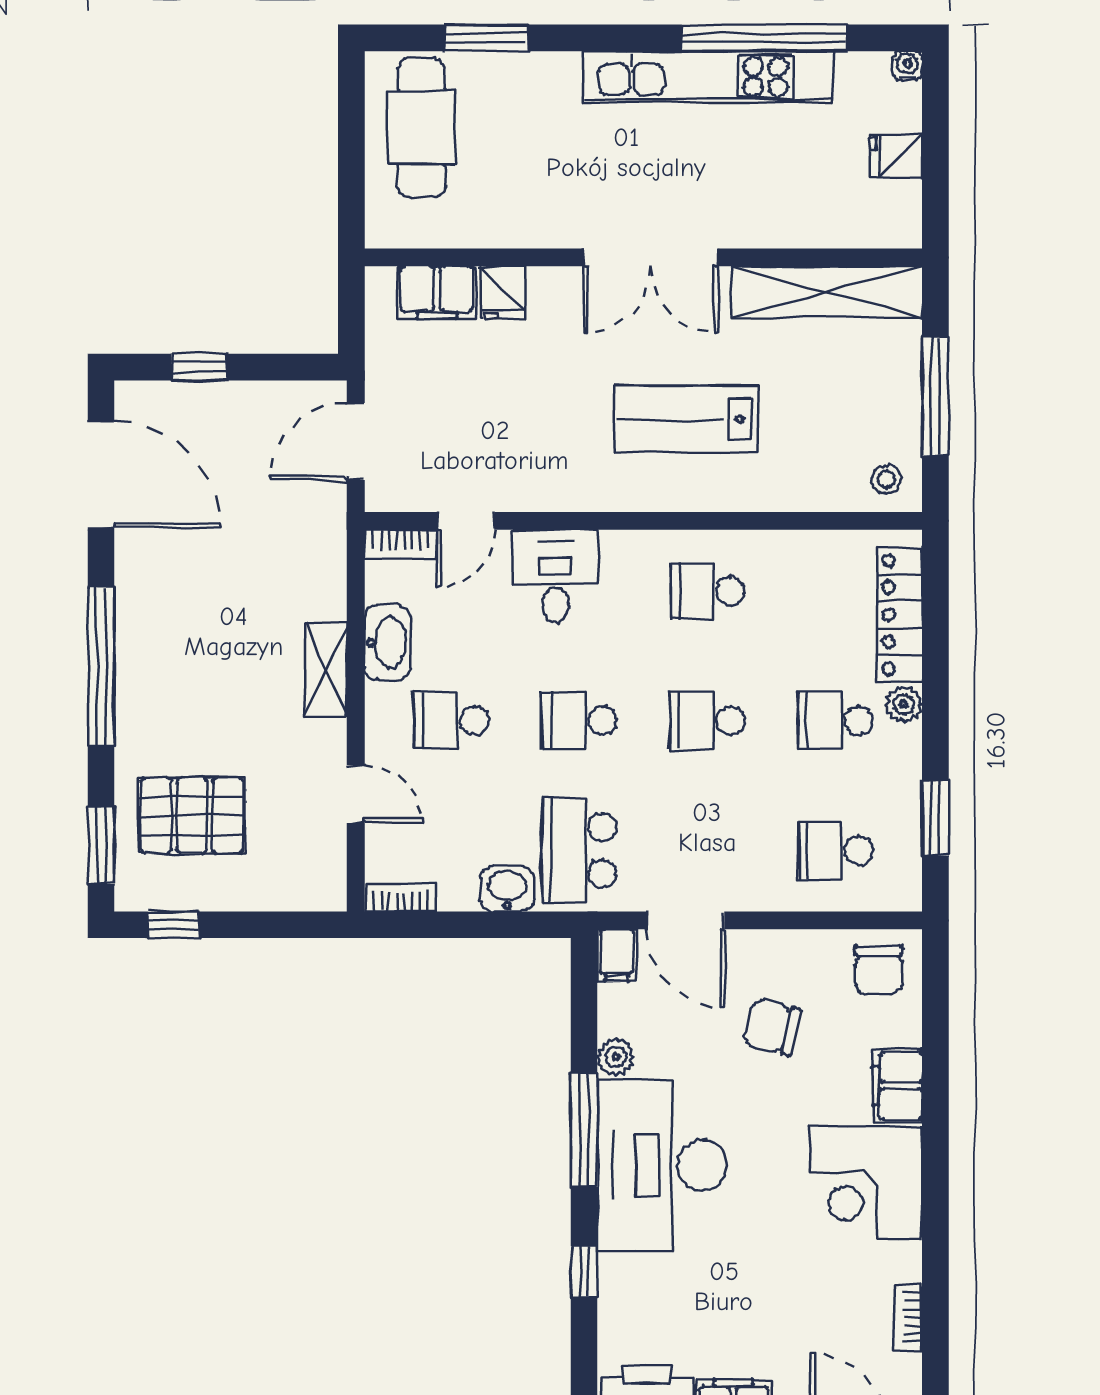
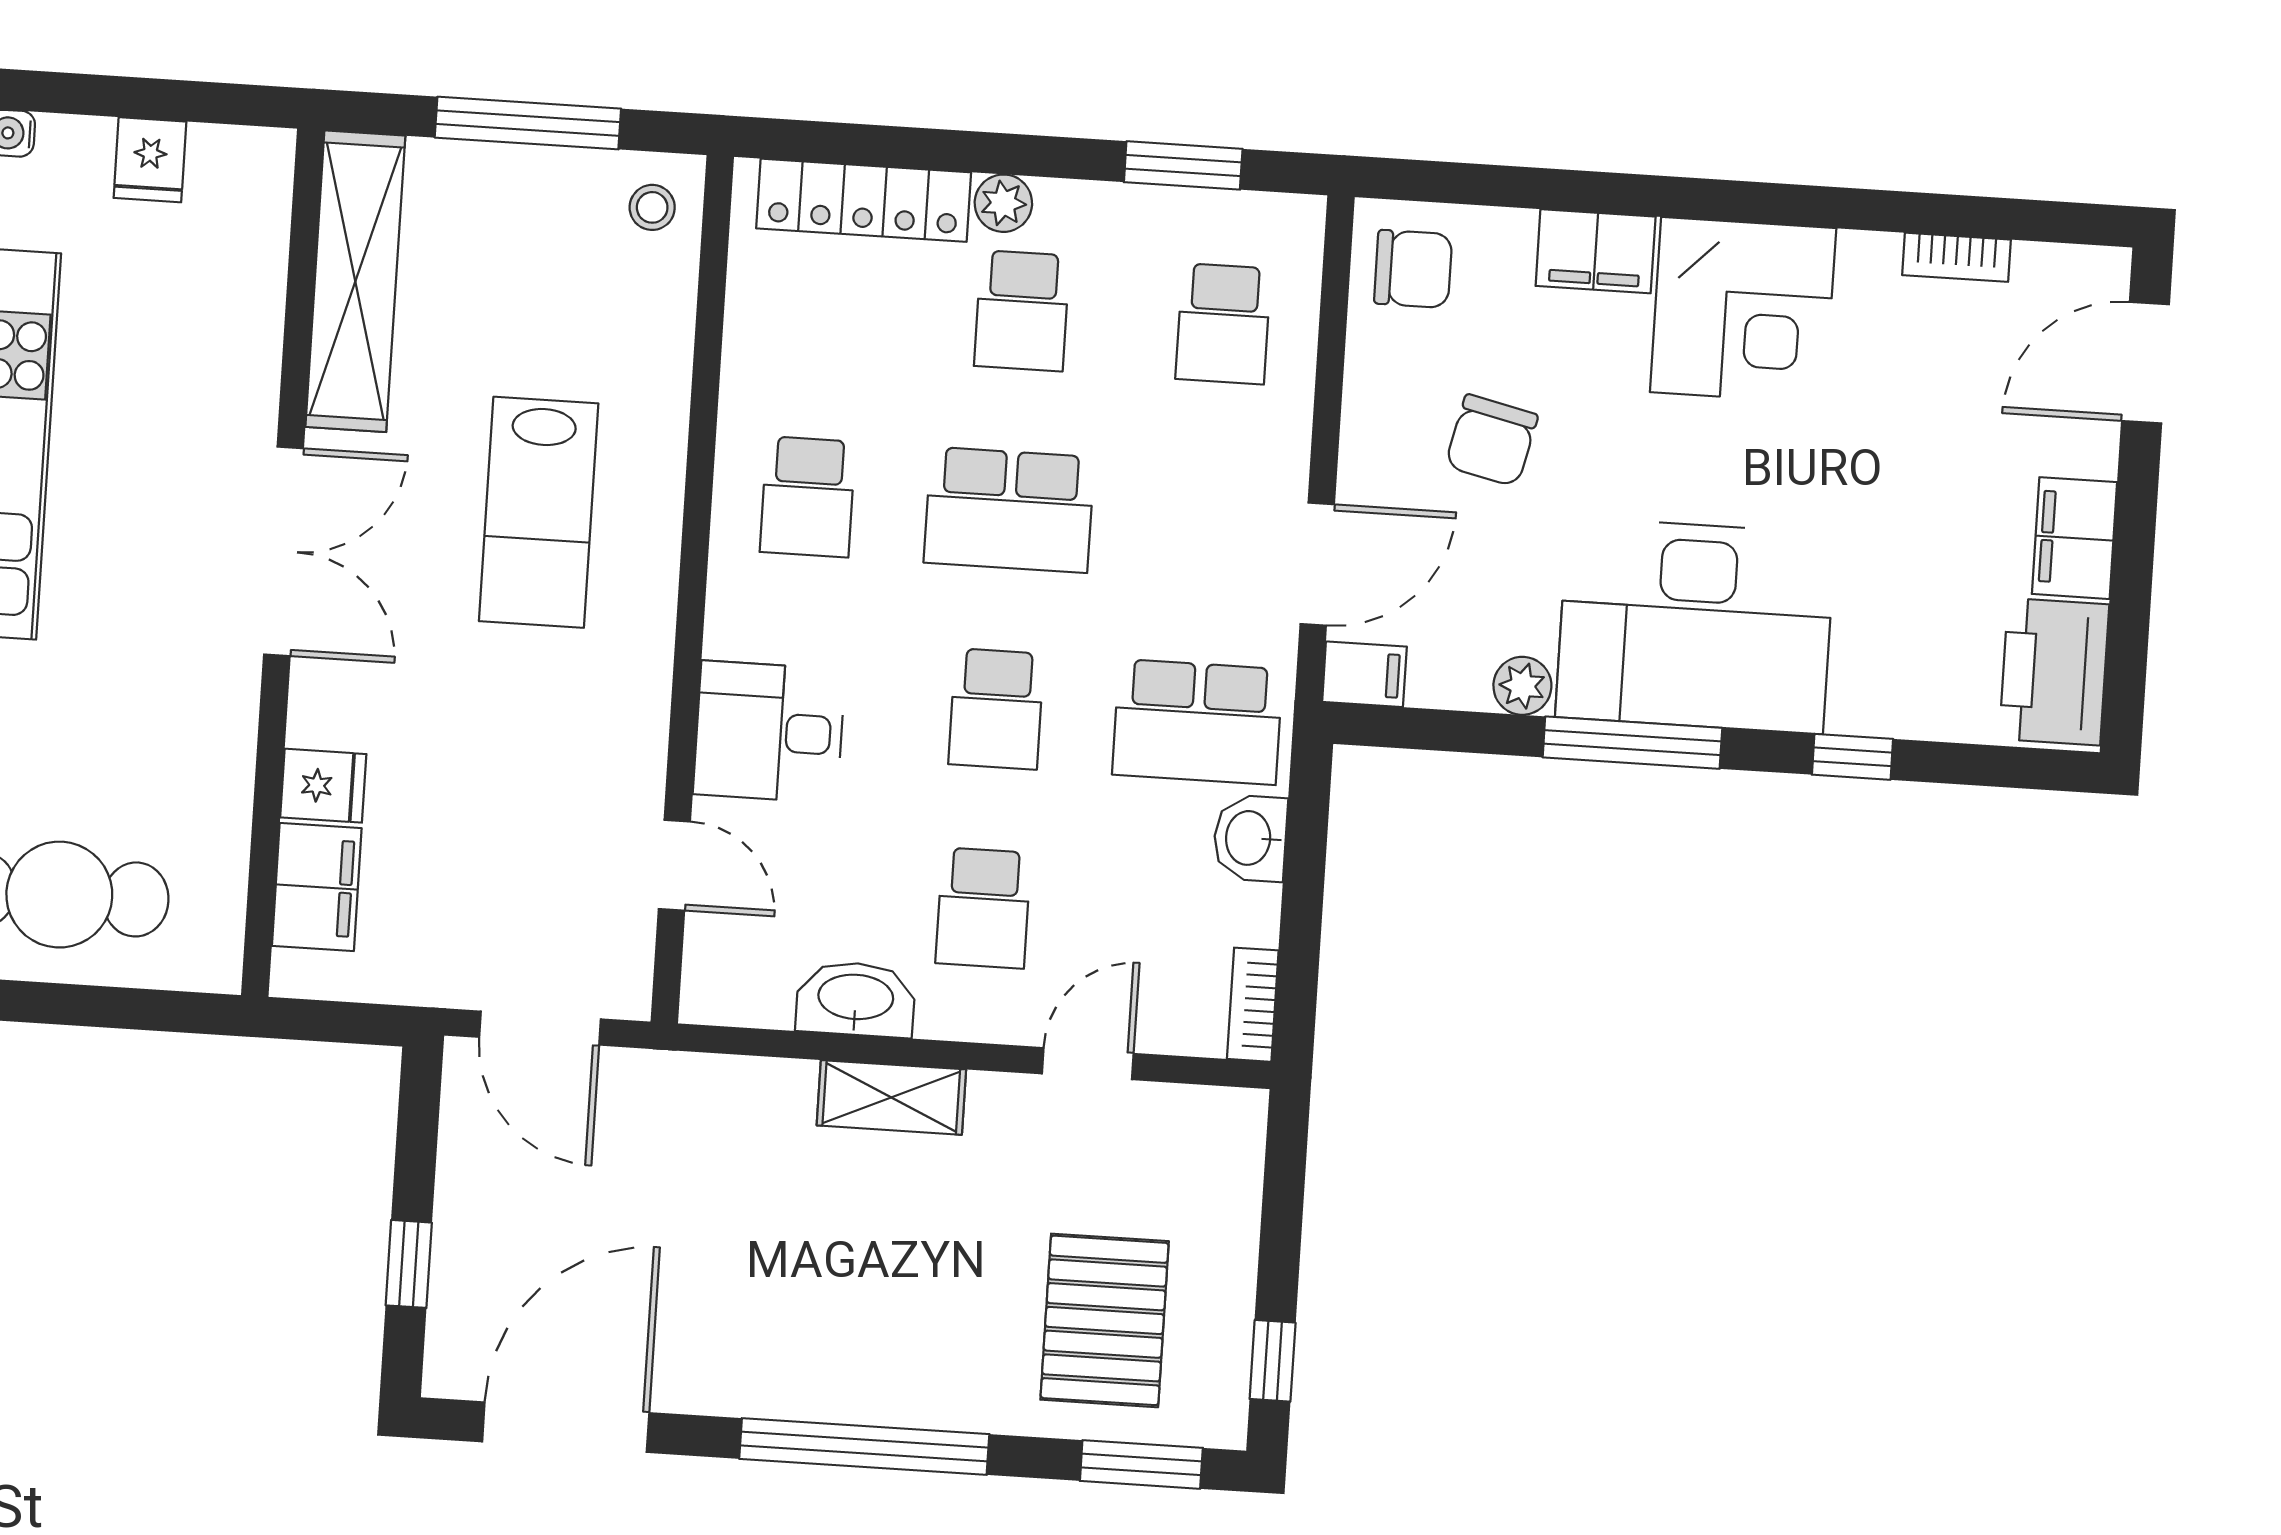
bookcase: (400, 544) -> (704, 969), removed
school desk: (707, 721) -> (1009, 510), width x1.85

